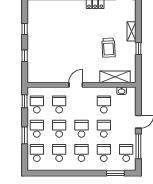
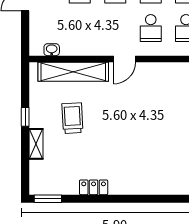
shelving: (115, 77) -> (73, 72), width x1.47
school desk: (104, 104) -> (80, 28), removed

